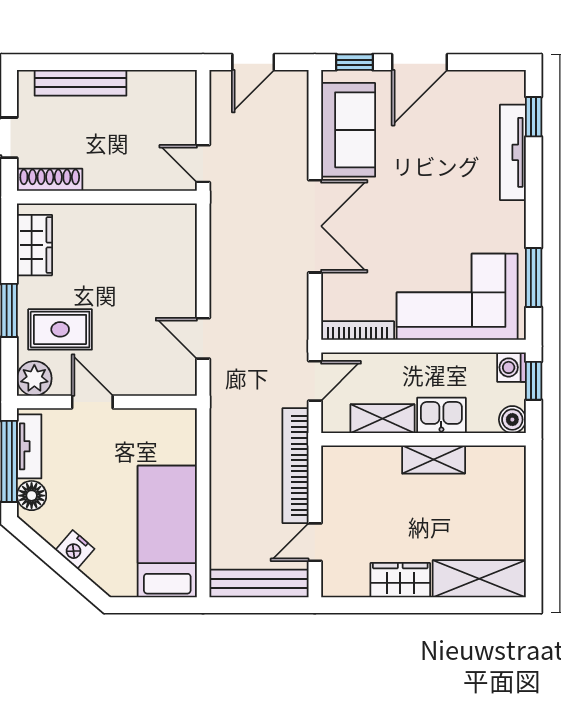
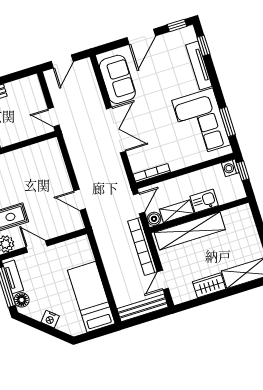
window: (354, 62) -> (177, 25), moved
corner sofa: (457, 297) -> (201, 123), moved, turned -90
boiler: (512, 420) -> (154, 219), moved
shelving: (434, 460) -> (190, 231), width x2.20, depth x1.33

